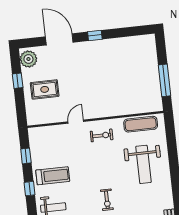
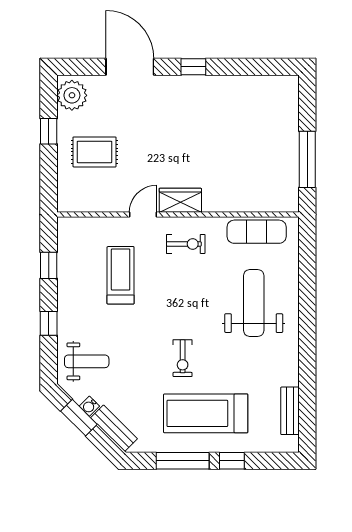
wardrobe: (96, 111) -> (180, 200), added
weight bench: (143, 164) -> (254, 303), turned 180
treadmill: (53, 176) -> (121, 275), moved, turned -90

